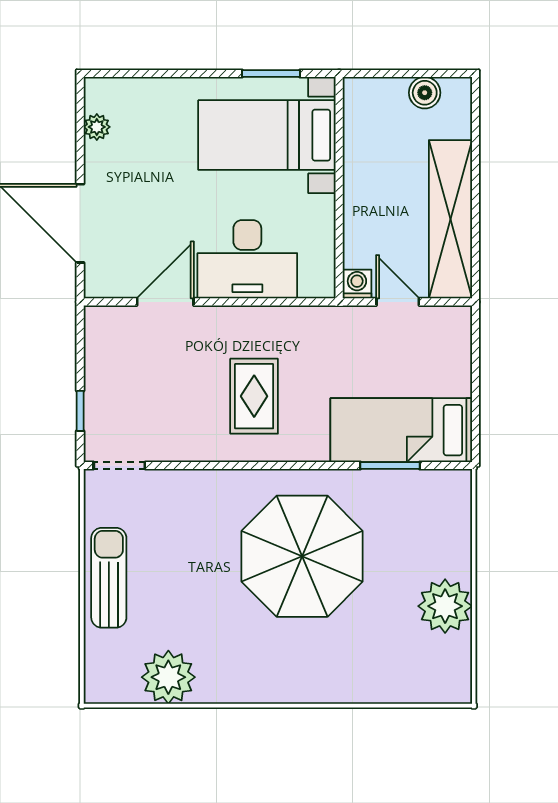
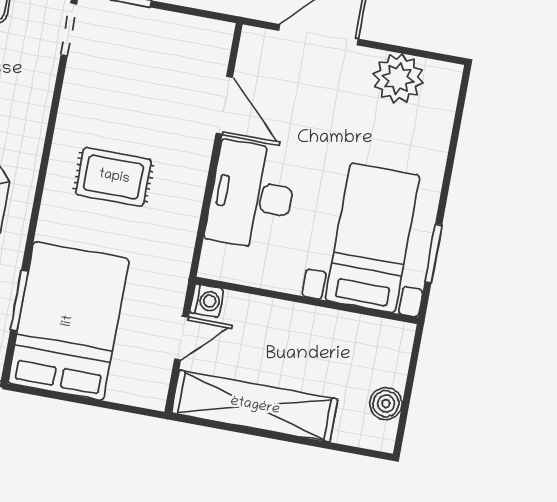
plant: (97, 127) -> (398, 78), width x1.88, depth x1.88
bed: (401, 430) -> (68, 321), width x1.50

